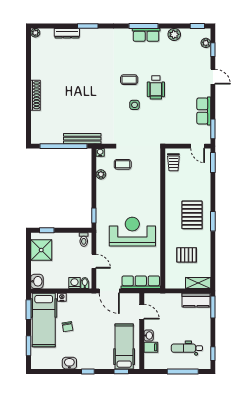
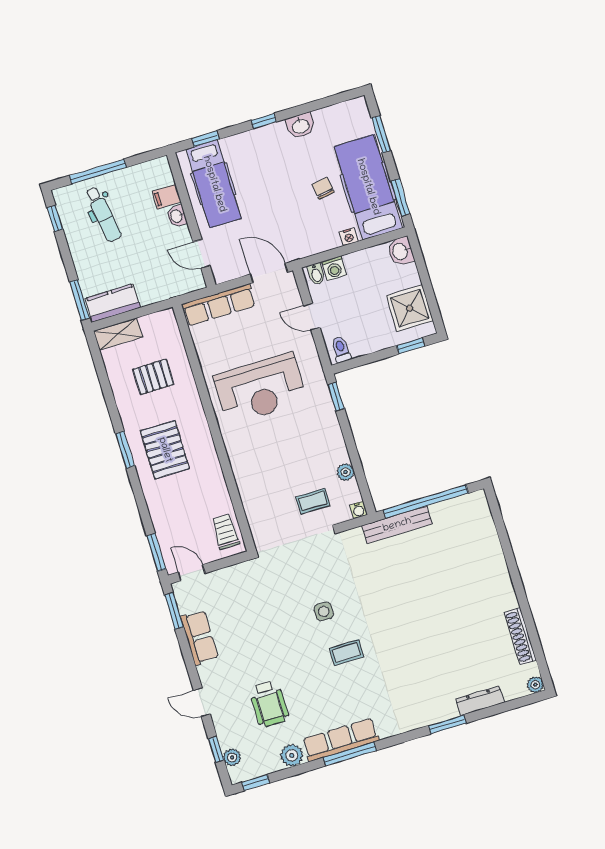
row of seats: (146, 35) -> (341, 740), width x1.48
wheelchair: (156, 87) -> (269, 704), moved, turned 180
shoe rack: (35, 95) -> (520, 636), moved
dental chair: (187, 348) -> (103, 214), turned 81

